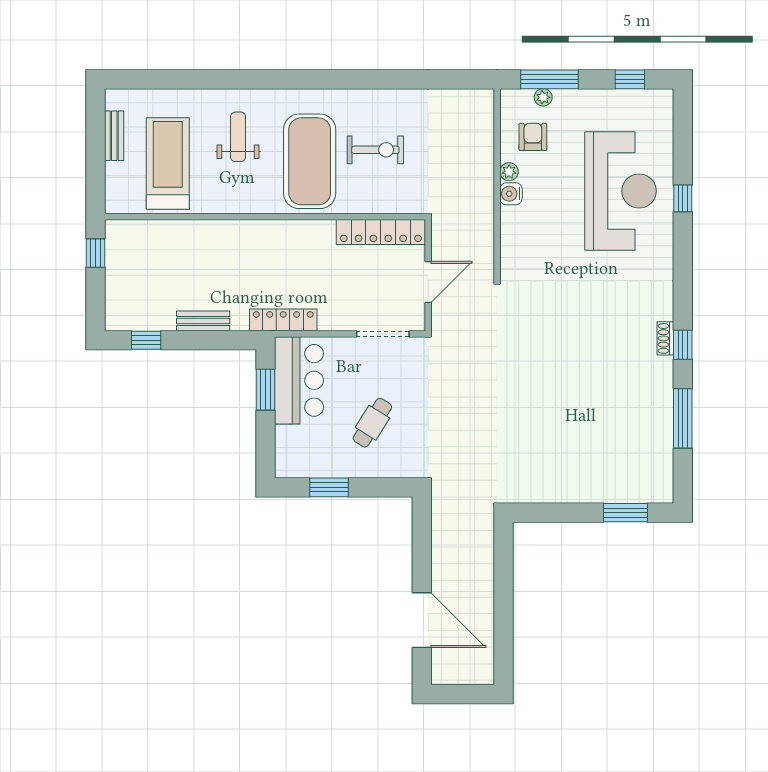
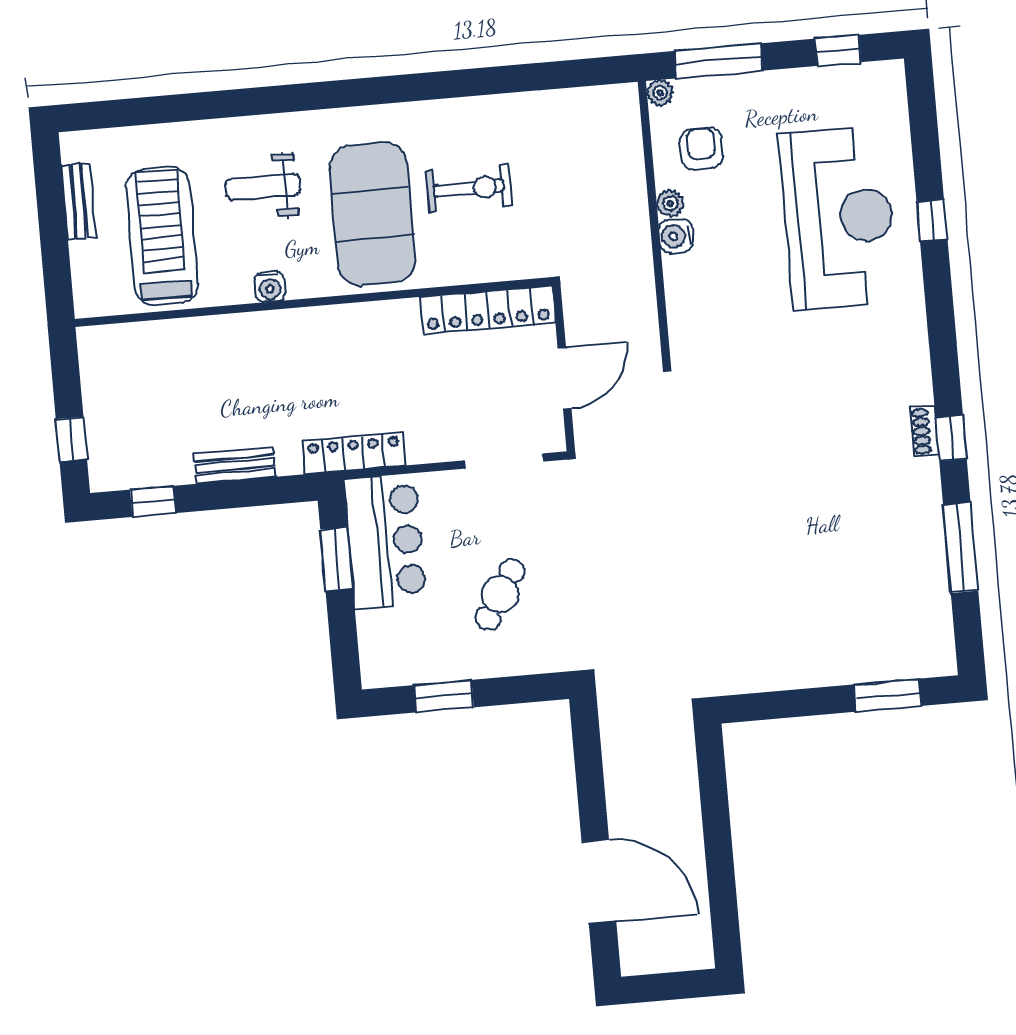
plant: (543, 97) -> (660, 93), moved
weight bench: (238, 137) -> (263, 187), turned -90
water cooler: (237, 204) -> (270, 287), added
window: (96, 253) -> (71, 439), moved

